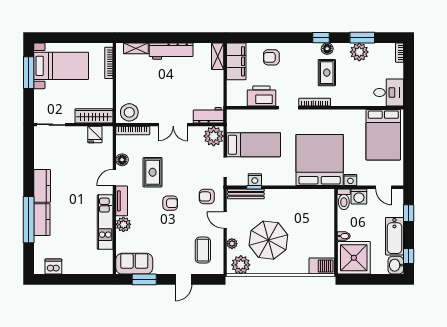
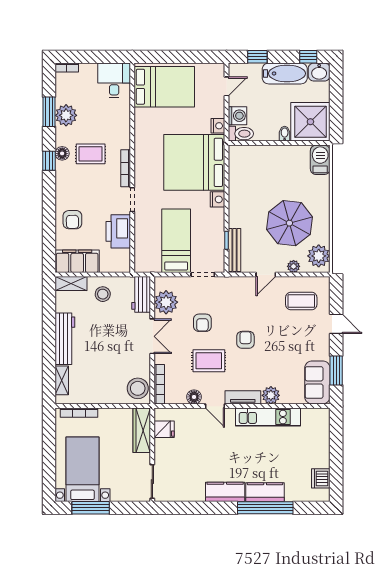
stool: (209, 83) -> (103, 294), added
plant: (214, 136) -> (166, 302), moved
nightstand: (255, 180) -> (218, 199), moved
armchair: (207, 196) -> (202, 323), moved

